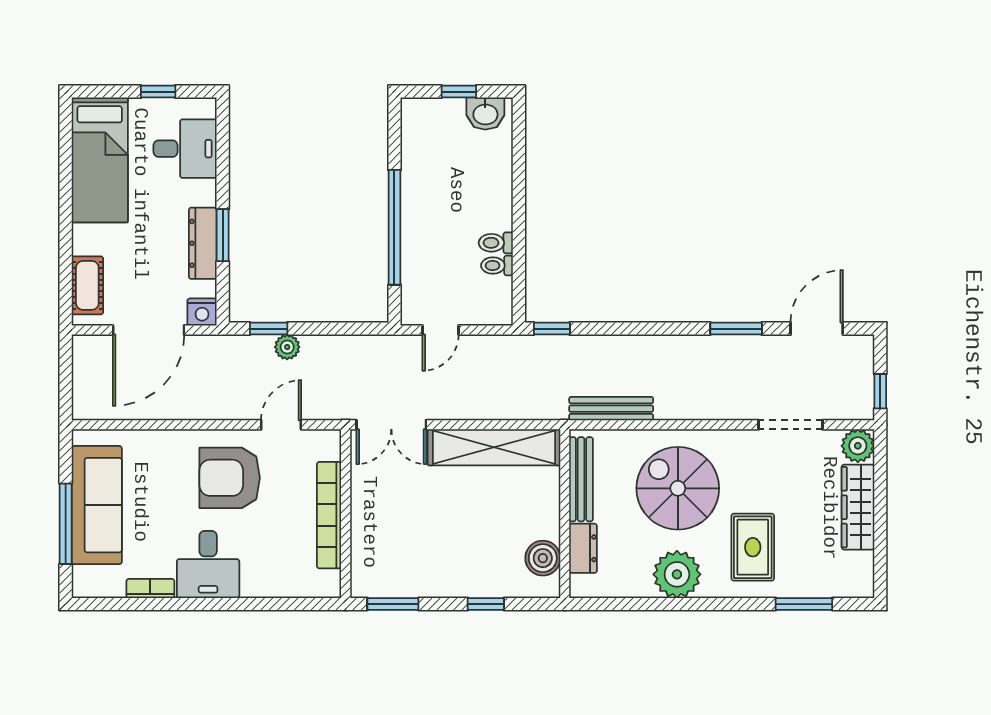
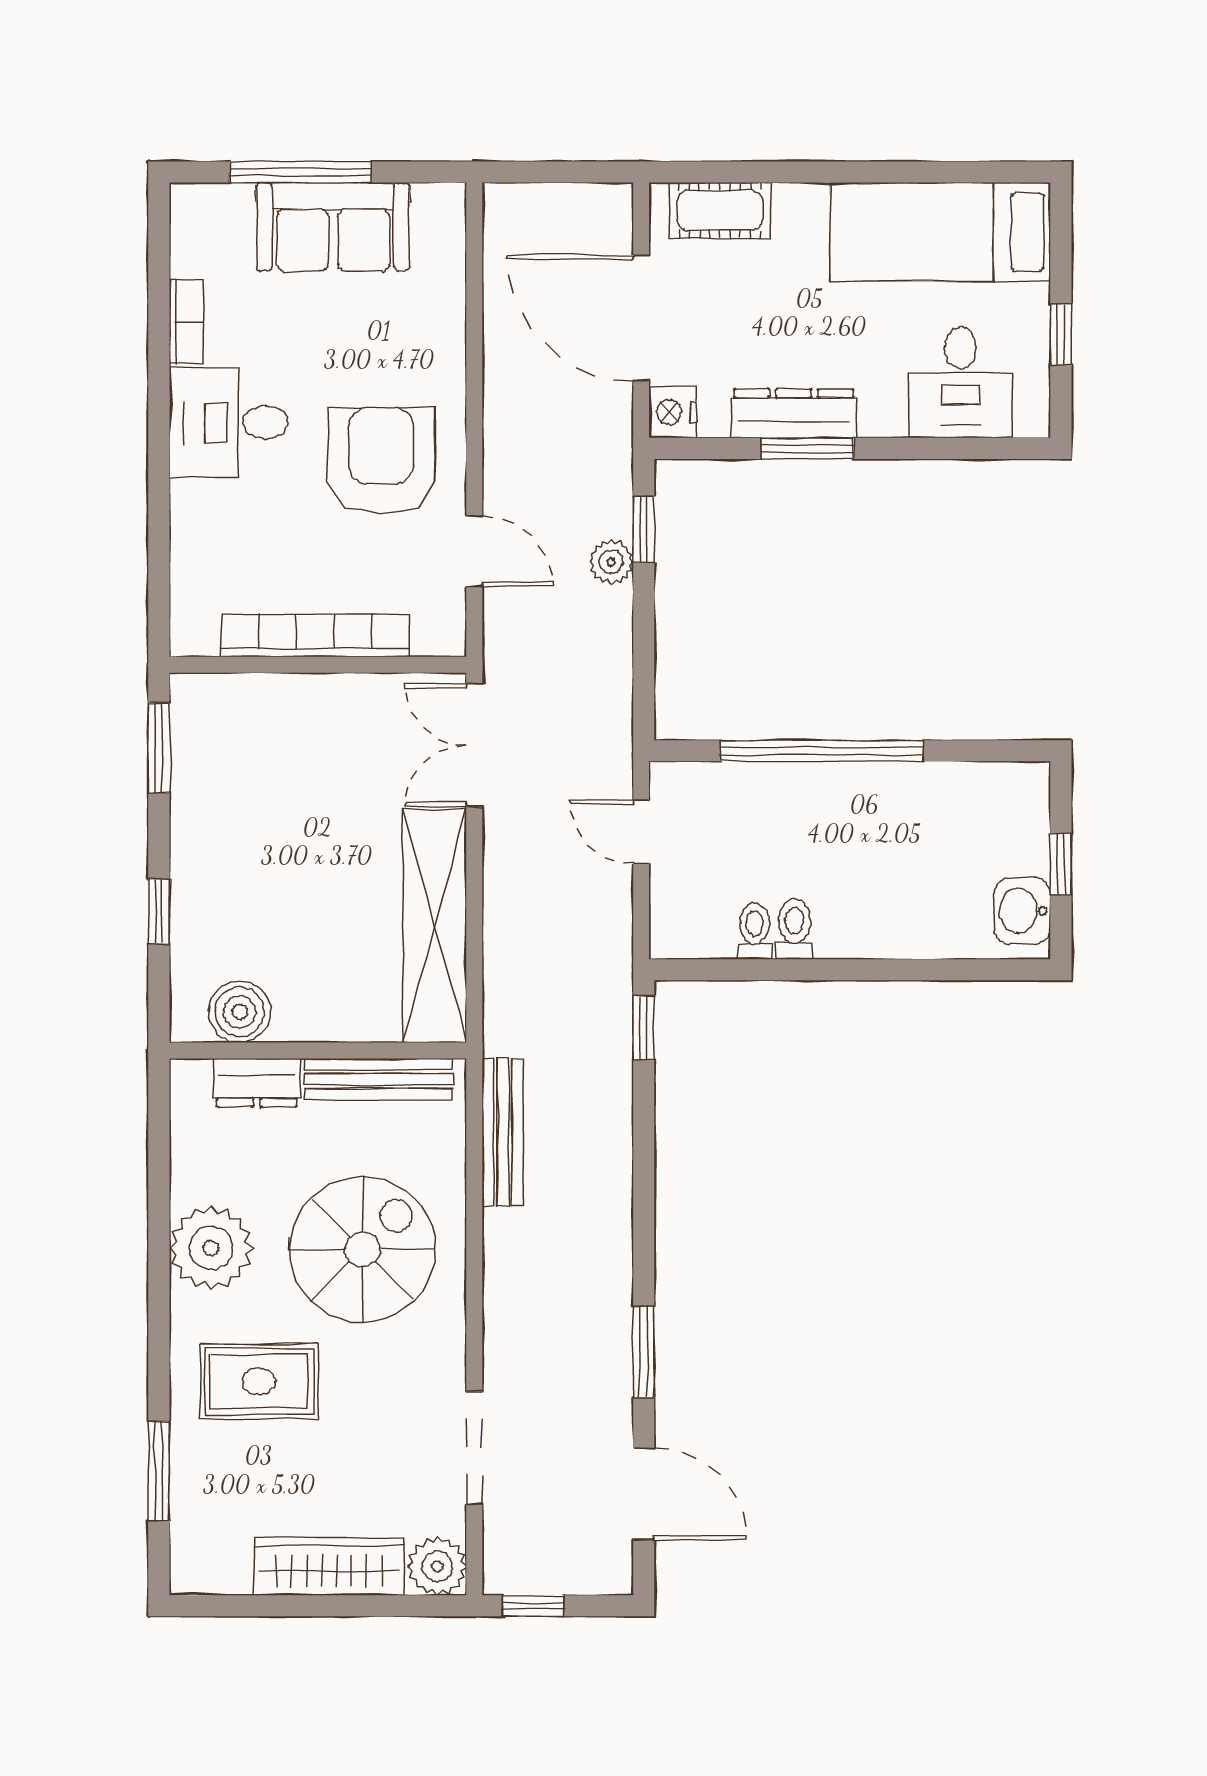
sofa: (97, 505) -> (333, 227), width x0.73

